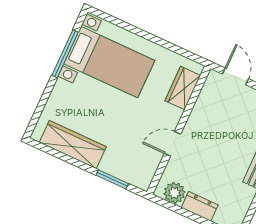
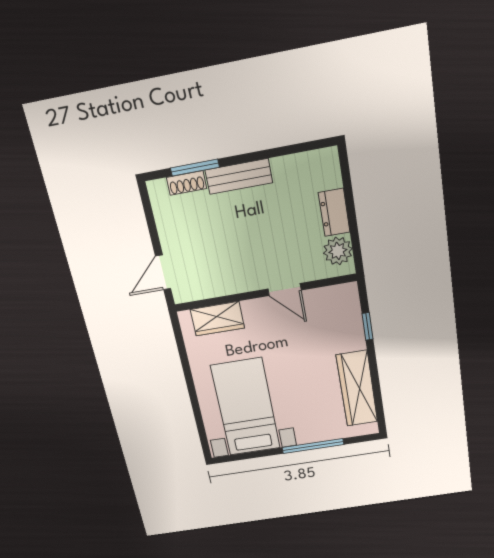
window: (65, 54) -> (313, 446), moved
window: (112, 179) -> (368, 326), width x0.67

